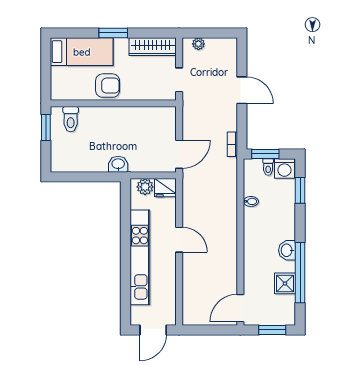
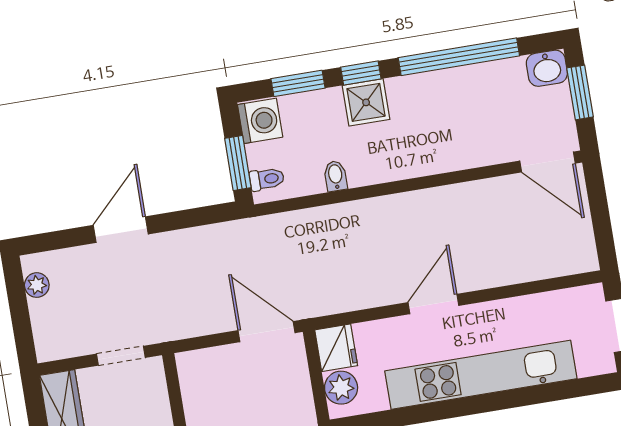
plant: (198, 44) -> (37, 285), moved
bookcase: (232, 144) -> (230, 231), removed
toilet: (268, 167) -> (267, 179), moved
window: (300, 223) -> (361, 73), added
washbasin: (287, 250) -> (547, 68), moved
shower: (285, 283) -> (366, 102), moved

